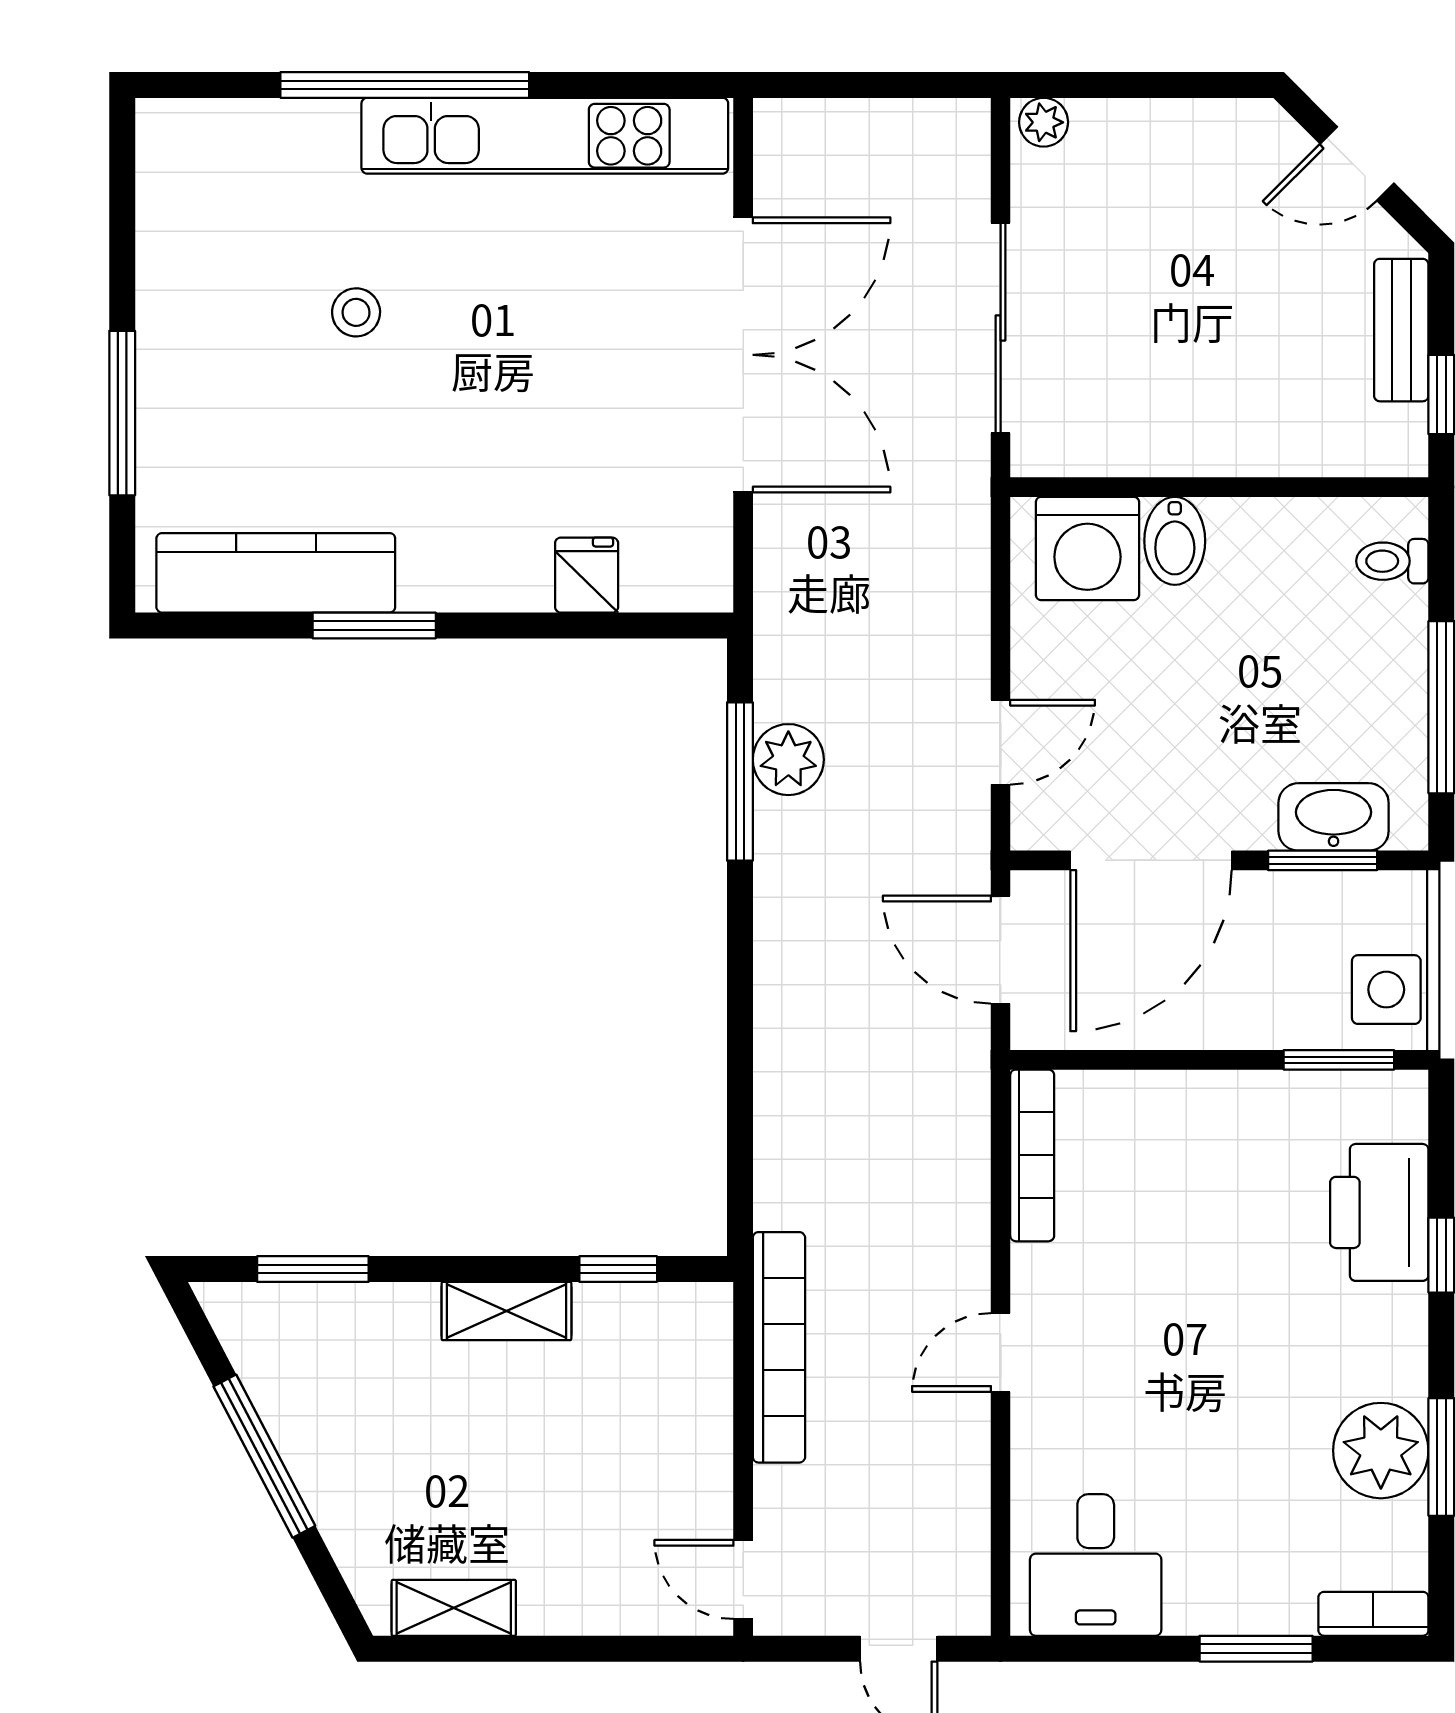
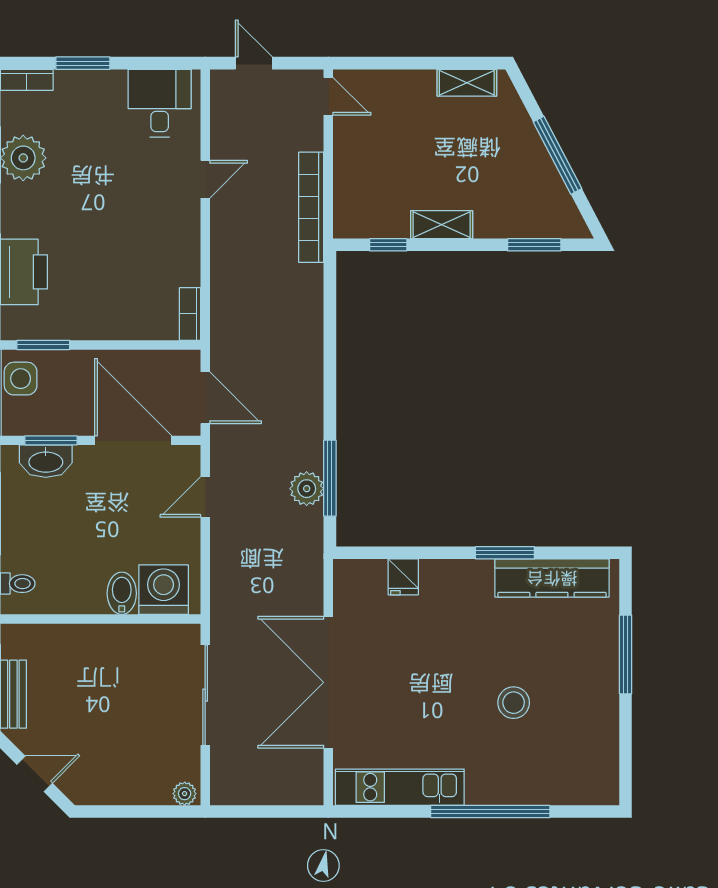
kitchen unit: (545, 136) -> (400, 787), width x0.73
stool: (356, 312) -> (514, 703), width x1.37, depth x1.37
door: (1151, 860) -> (133, 440), hinge flipped
bookcase: (1032, 1155) -> (190, 314), width x0.64
door: (1001, 1352) -> (205, 179), moved

